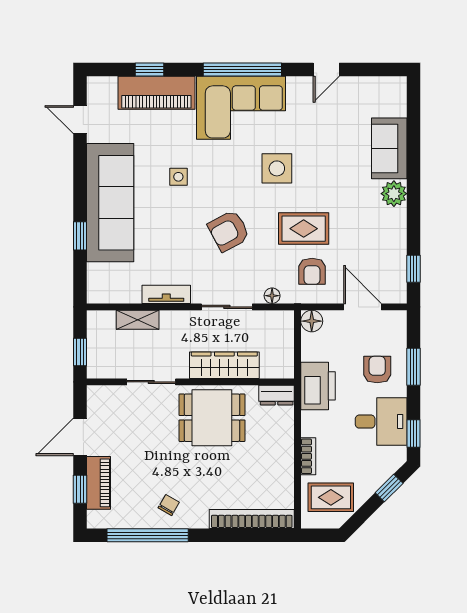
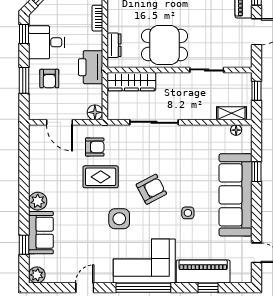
plant: (395, 88) -> (37, 275), added
armchair: (229, 231) -> (151, 189), moved
window: (413, 269) -> (24, 245), moved
armchair: (312, 271) -> (95, 147), turned 90
tv unit: (166, 294) -> (196, 131), removed
floor lamp: (272, 296) -> (236, 130), moved
sliding door: (227, 307) -> (154, 122), width x1.37
shelving: (138, 320) -> (232, 113), moved
wardrobe: (224, 365) -> (131, 82), moved
dresser: (277, 395) -> (114, 45), moved, turned 90

